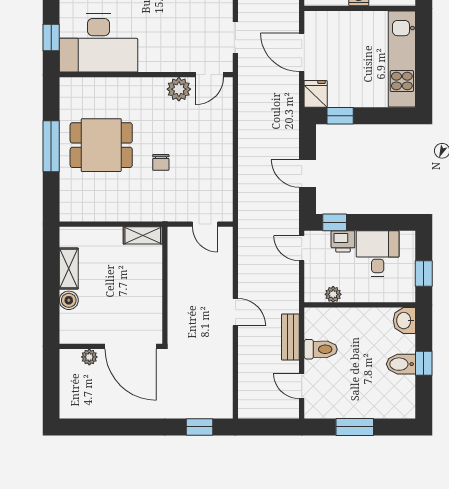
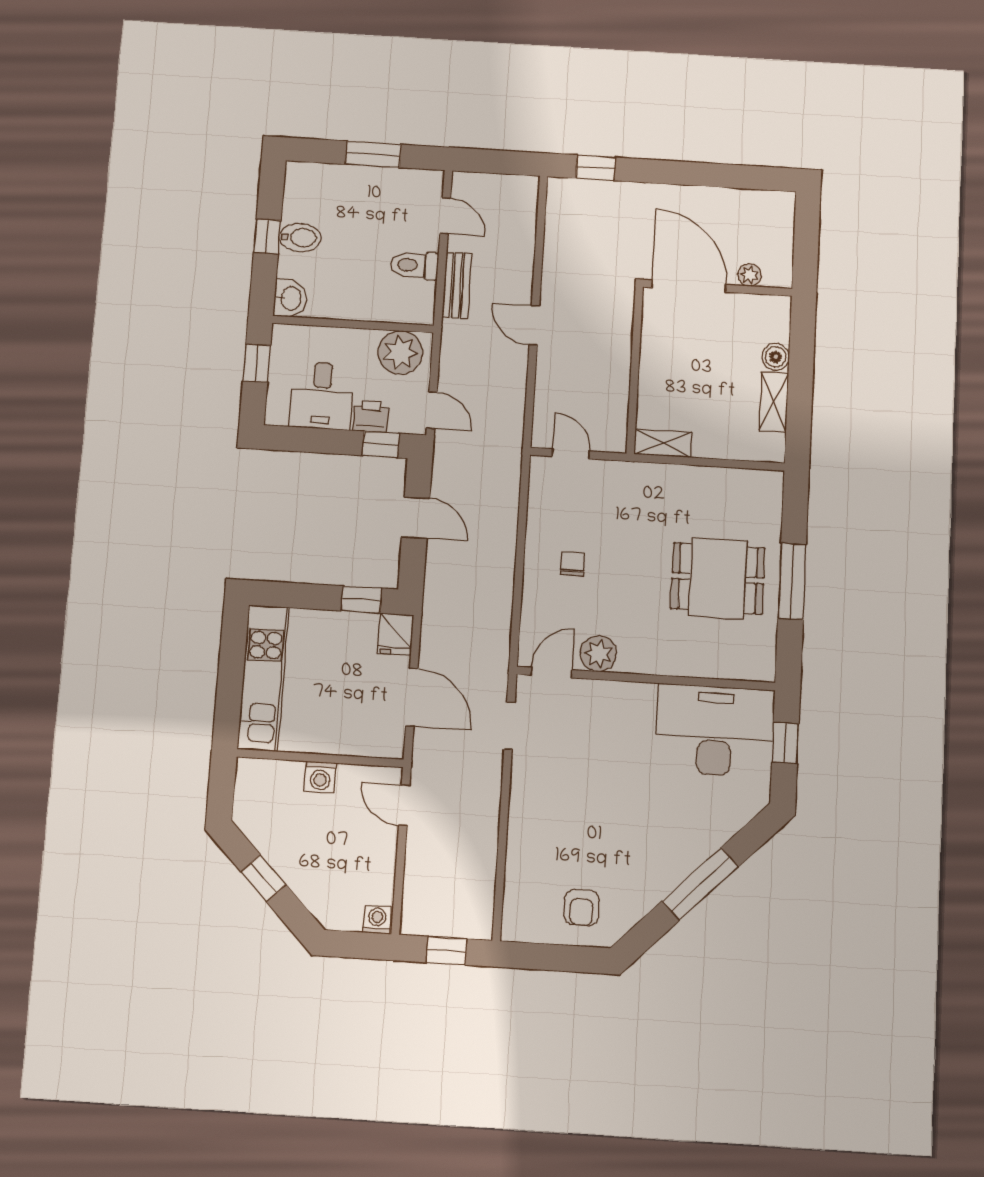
chair: (161, 162) -> (573, 564), moved
plant: (333, 294) -> (400, 352), width x1.87, depth x1.87

